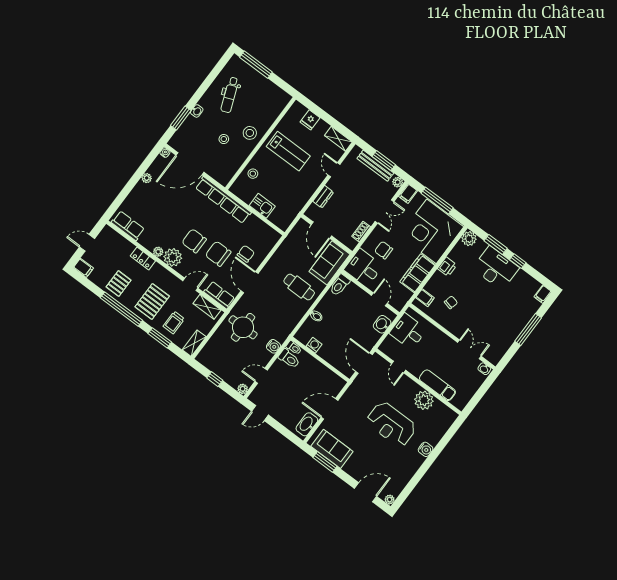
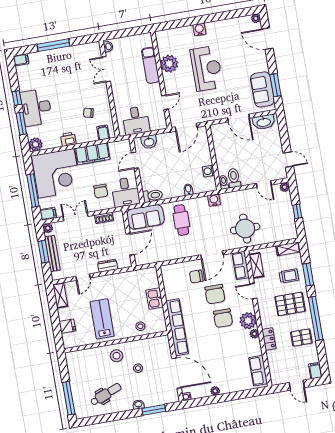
water cooler: (273, 346) -> (214, 200), moved

